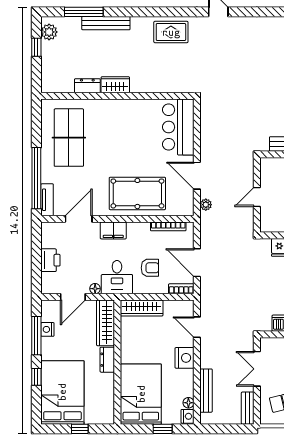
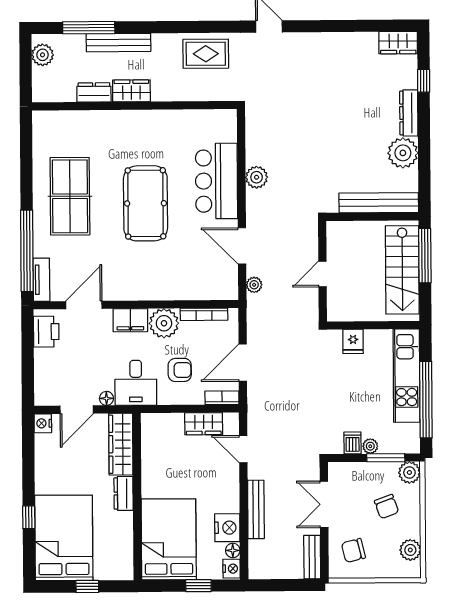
window: (36, 47) -> (26, 75), removed
wardrobe: (115, 85) -> (131, 91), moved
dresser: (87, 86) -> (94, 92), moved
wall: (117, 96) -> (134, 106), moved
plant: (208, 124) -> (257, 177), added
pool table: (137, 193) -> (145, 203), moved, turned 90
plant: (138, 233) -> (164, 323), added
printer: (50, 260) -> (46, 332), moved
door: (197, 263) -> (243, 363), hinge flipped
wardrobe: (142, 308) -> (204, 424), moved, width x0.67
nightstand: (47, 329) -> (43, 423), moved
window: (36, 336) -> (28, 462), removed
nightstand: (185, 358) -> (227, 528), moved
bench: (206, 391) -> (256, 509), moved

